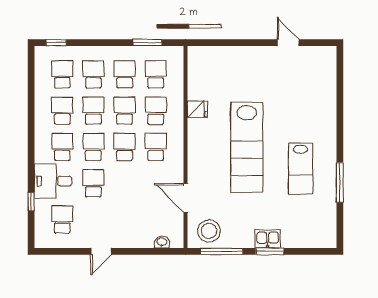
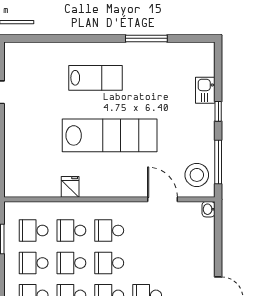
lab bench: (301, 169) -> (95, 78), moved
door: (185, 198) -> (162, 199), swing flipped
kitchen sink: (268, 239) -> (205, 90), moved
washbasin: (162, 242) -> (208, 209), moved
window: (270, 251) -> (218, 111), width x0.67

